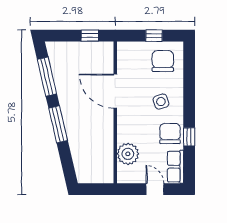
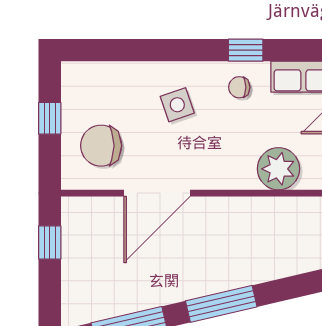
chair: (163, 61) -> (101, 146), moved
chair: (170, 134) -> (239, 87), width x0.54, depth x0.54

